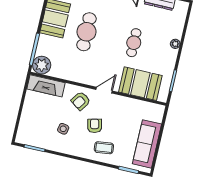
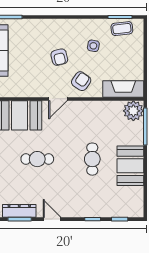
cafe table: (86, 32) -> (92, 159), width x0.73, depth x0.74
cafe table: (134, 43) -> (37, 159), turned 90
coffee table: (104, 148) -> (122, 29), moved

